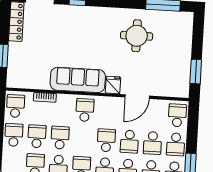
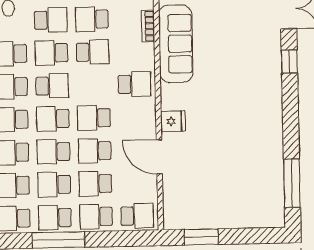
round table: (137, 36) -> (245, 149), removed
sofa: (78, 80) -> (176, 44), moved
school desk: (37, 136) -> (92, 19), turned 180
school desk: (106, 140) -> (94, 118), turned 180

